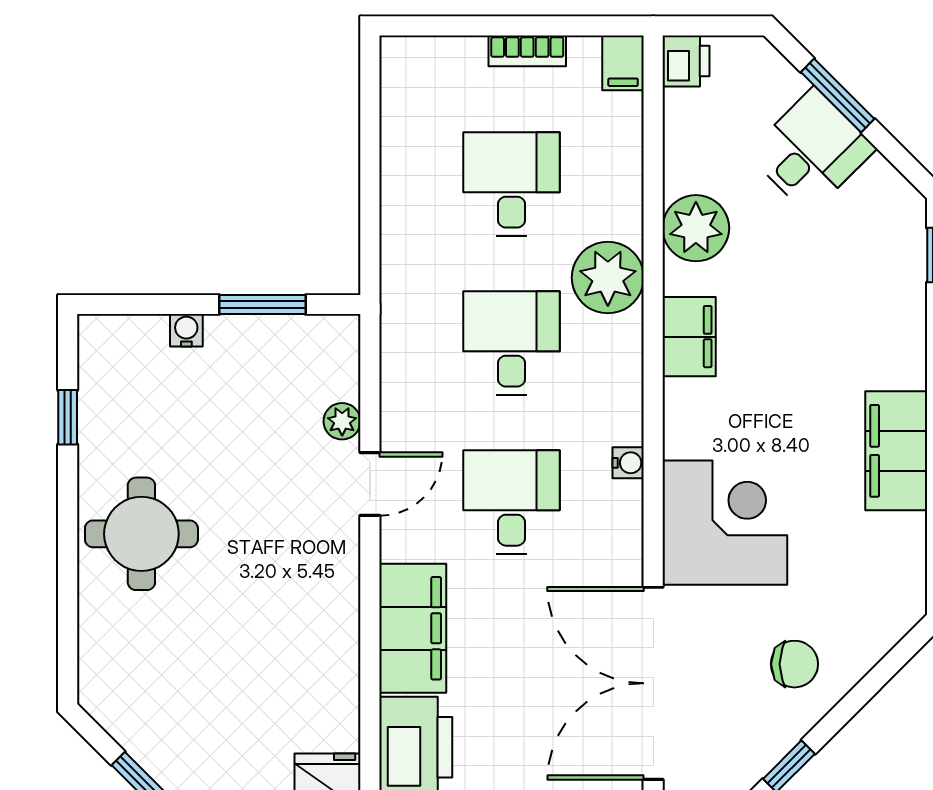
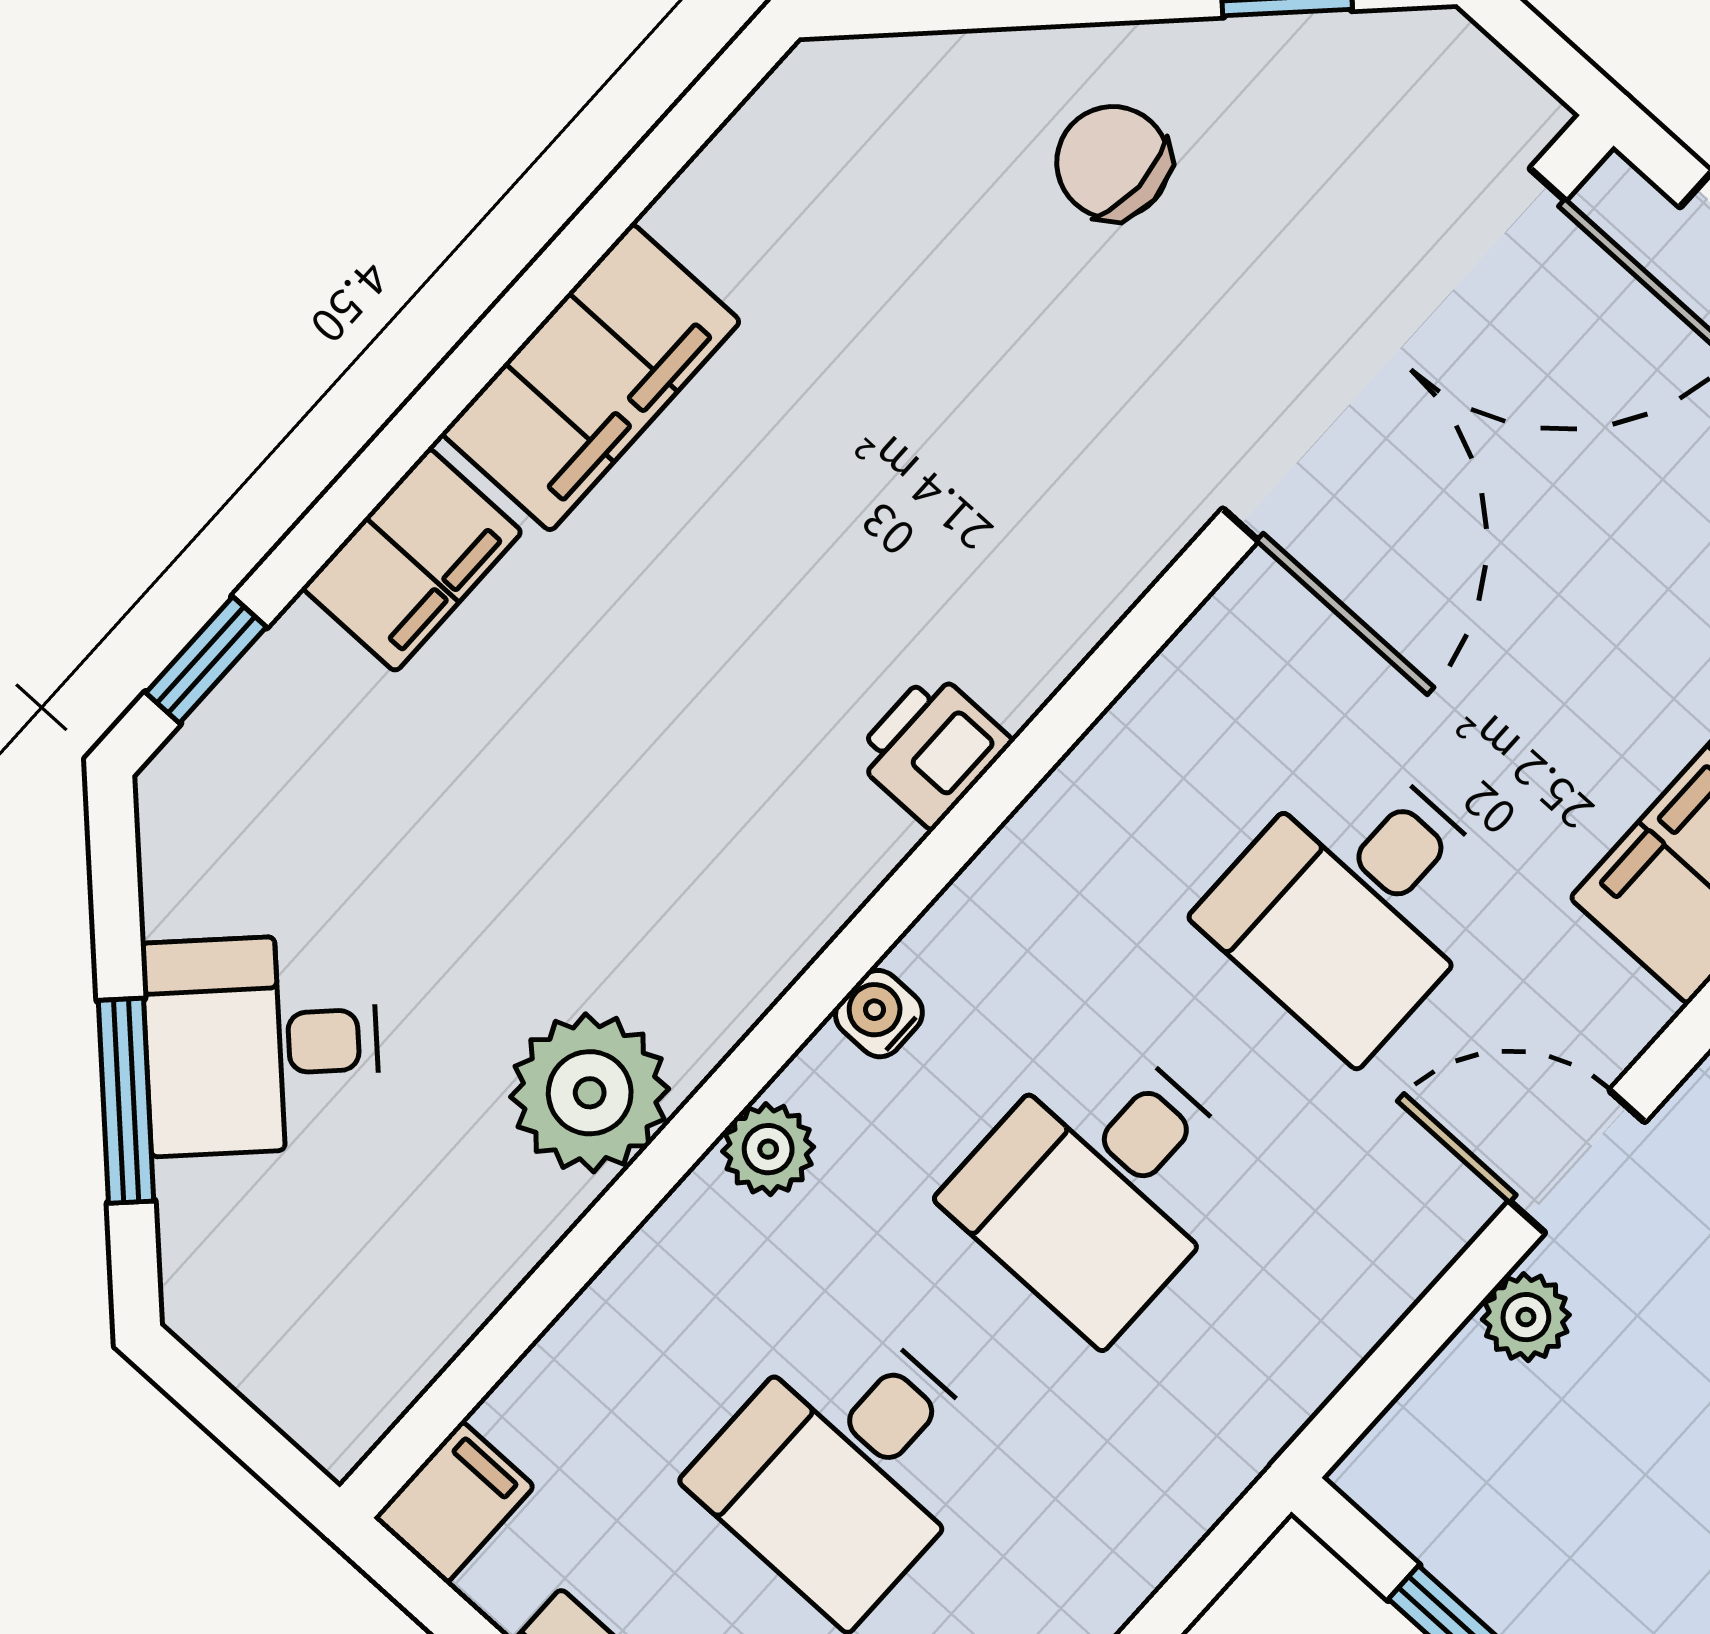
printer: (686, 61) -> (932, 749), moved
plant: (608, 278) -> (768, 1149), width x0.53, depth x0.53
filing cabinet: (689, 337) -> (412, 560), moved, turned 180
water cooler: (628, 463) -> (879, 1014), moved
corner desk: (725, 523) -> (1010, 524), removed

